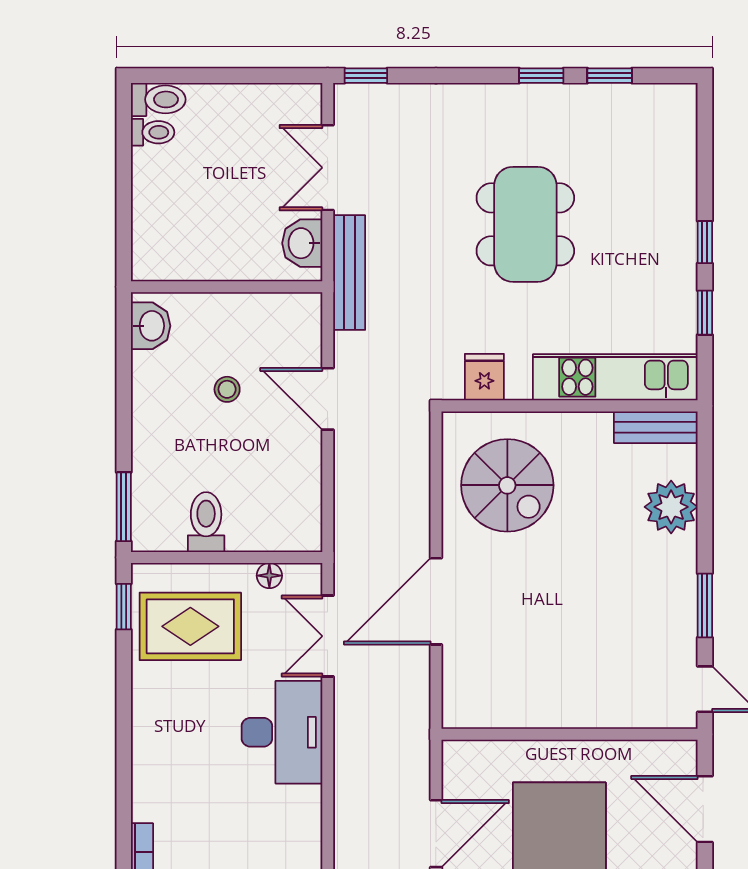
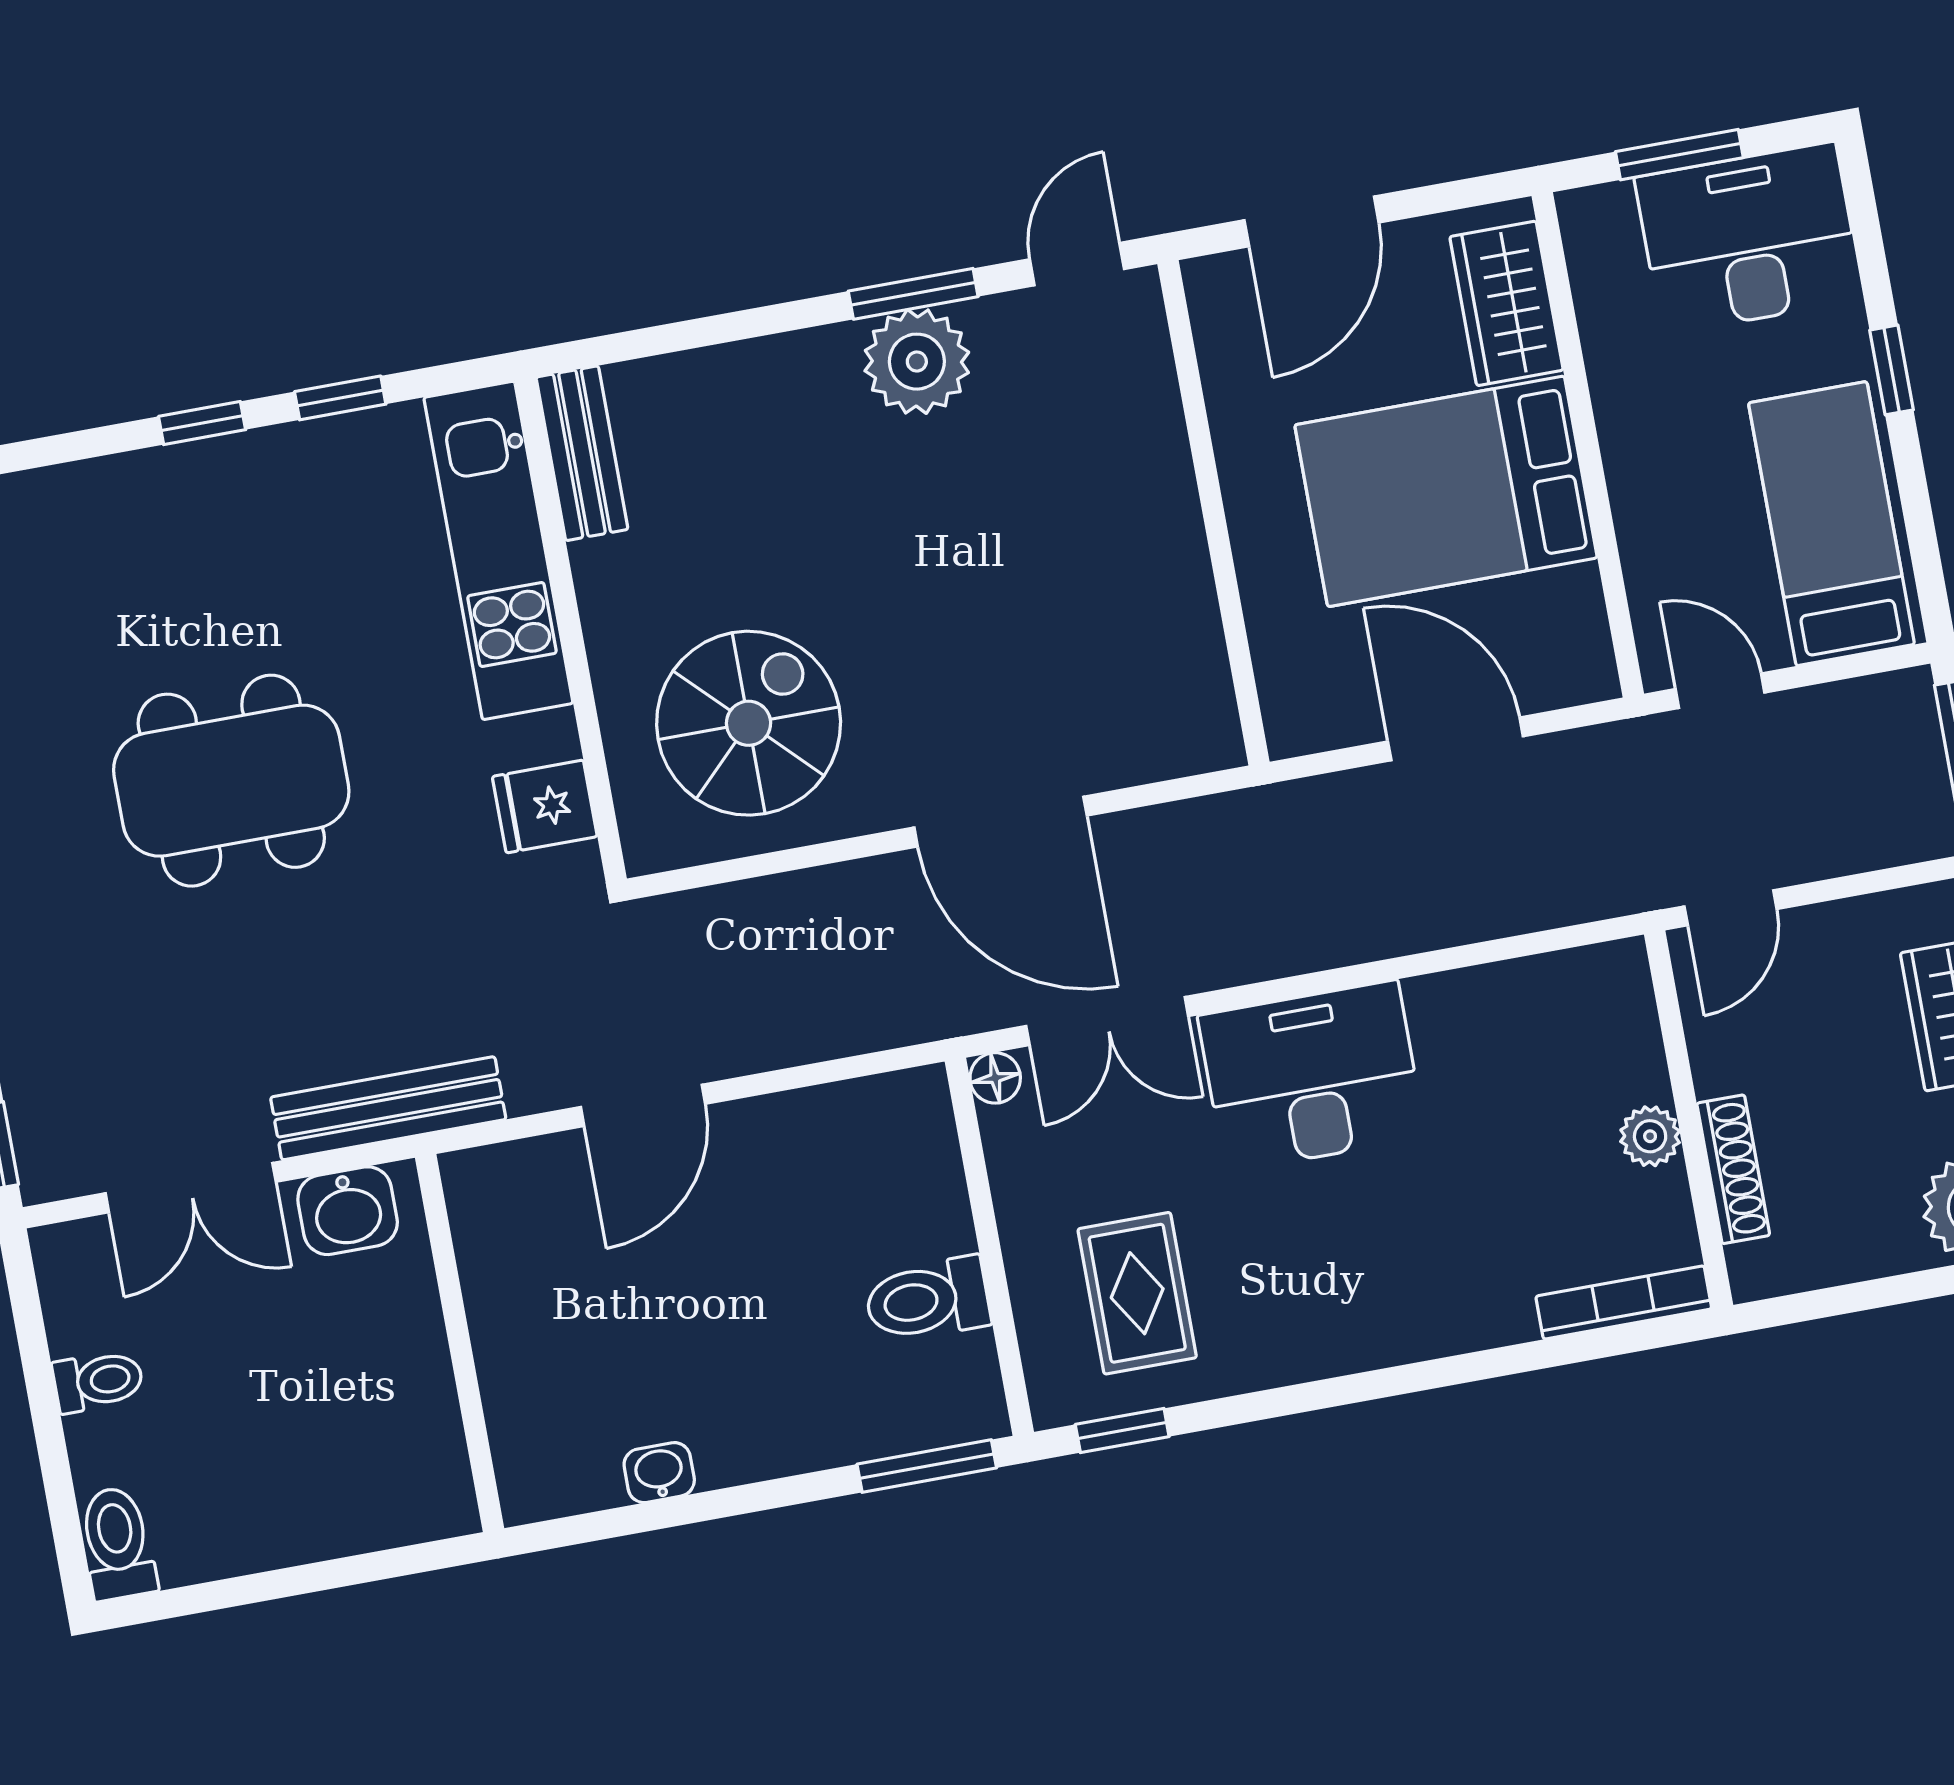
toilet: (153, 132) -> (98, 1381), moved, turned 90
washbasin: (151, 326) -> (659, 1473), moved, width x0.72, depth x0.69
stool: (227, 389) -> (660, 1306), removed
plant: (671, 507) -> (917, 362), moved
floor lamp: (269, 576) -> (995, 1078), moved
rug: (190, 626) -> (1137, 1293), width x0.73, depth x0.70

